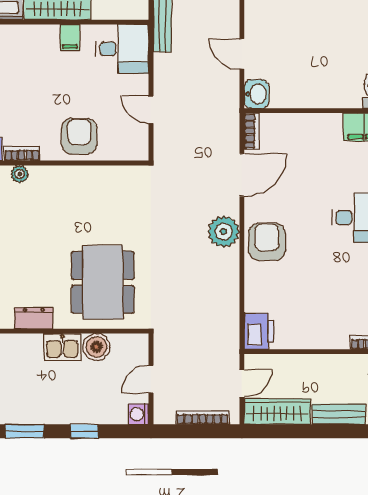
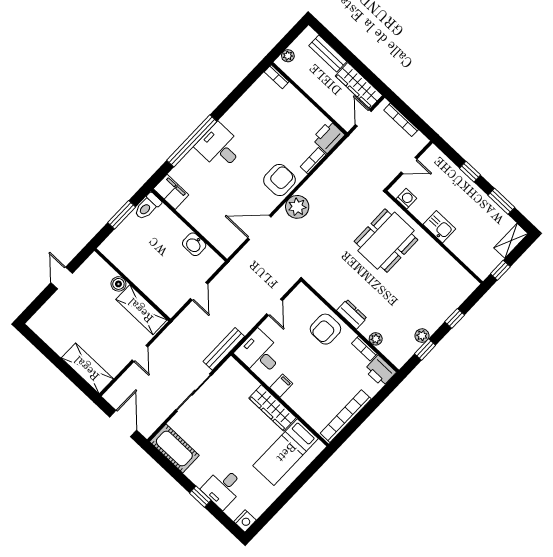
washbasin: (256, 94) -> (194, 244), moved, turned -90
bookcase: (252, 131) -> (313, 161), moved
armchair: (267, 242) -> (279, 180), turned 180
dresser: (34, 318) -> (352, 314), moved, turned 180
boiler: (96, 347) -> (422, 210), removed
door: (242, 384) -> (363, 118), hinge flipped
washing machine: (138, 414) -> (406, 199), moved, turned -90

